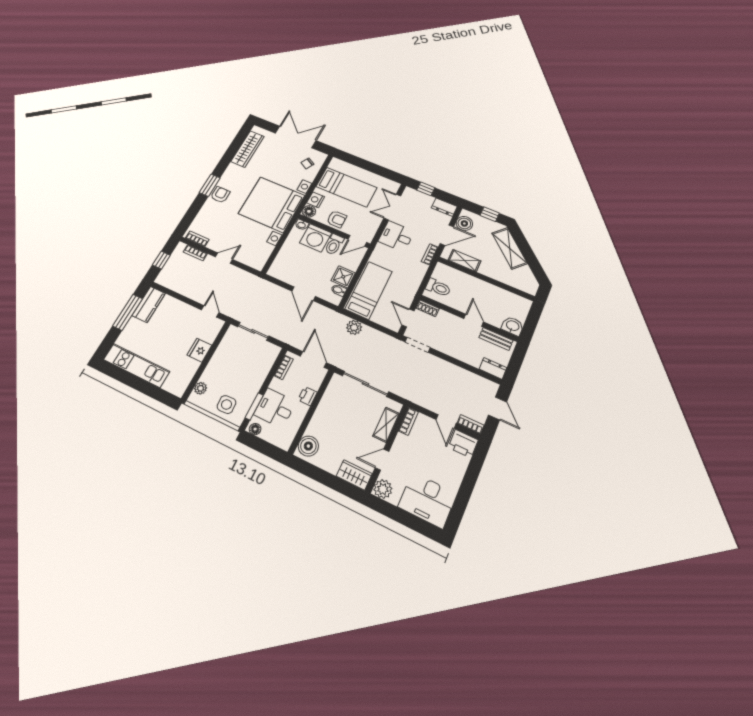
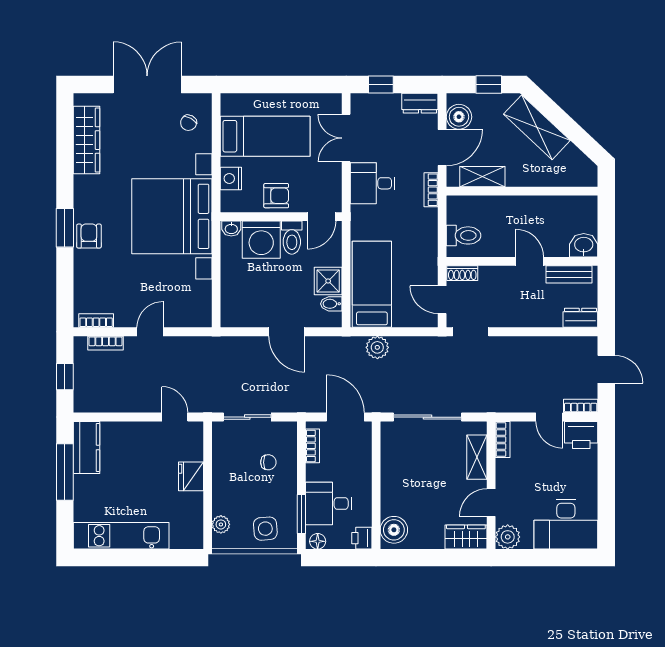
floor lamp: (309, 211) -> (231, 202), removed
chair: (251, 364) -> (268, 462), added
printer: (307, 396) -> (362, 538), moved

